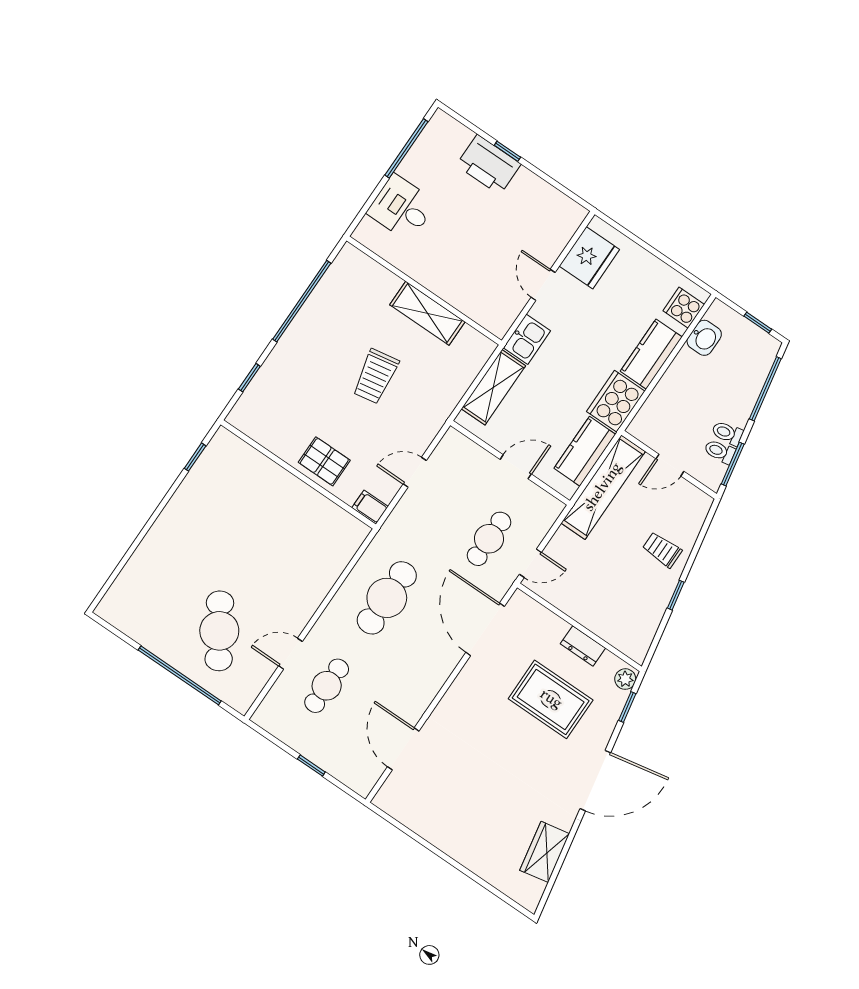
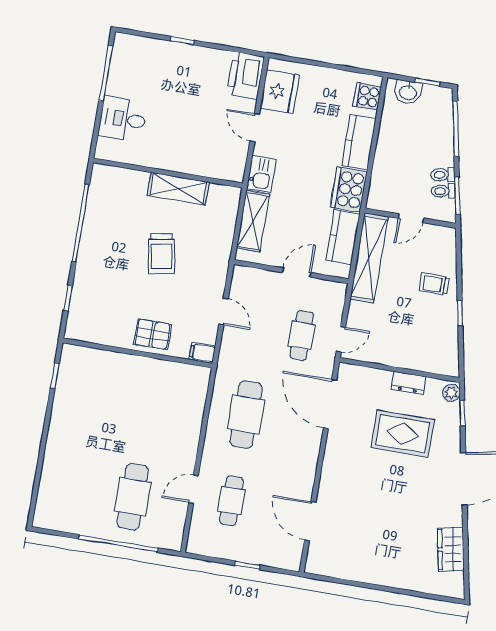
printer: (489, 165) -> (245, 76), moved, turned 90
washbasin: (704, 338) -> (408, 92), moved, turned 90
door: (415, 472) -> (224, 311), swing flipped
cafe table: (219, 631) -> (133, 497), turned 33

